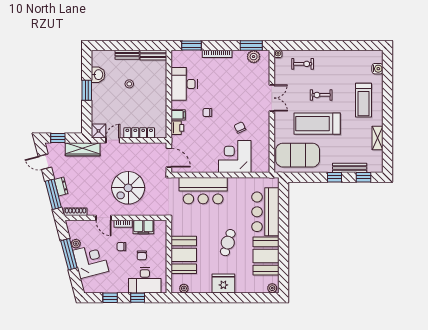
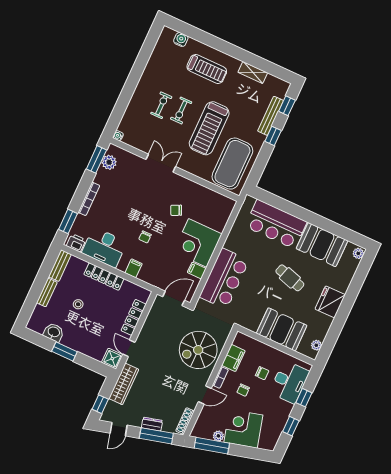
exercise bike: (303, 64) -> (161, 105), moved
locker: (161, 94) -> (104, 276), added
printer: (177, 128) -> (76, 243), moved
corner desk: (235, 157) -> (198, 243), moved
filing cabinet: (200, 166) -> (197, 270), added
spiral stairs: (128, 188) -> (198, 350), moved, turned 90
window: (69, 254) -> (212, 446), moved

